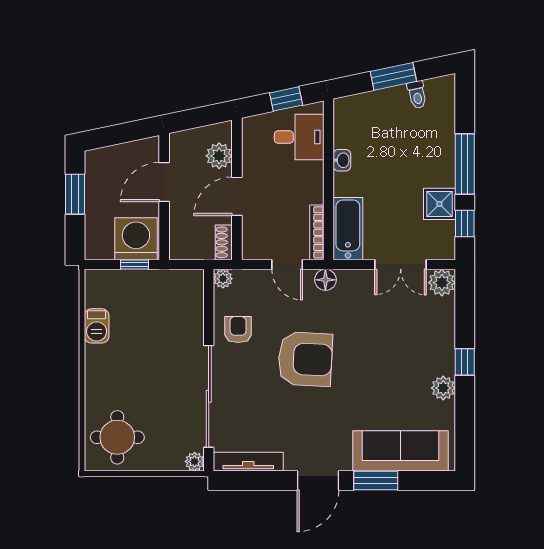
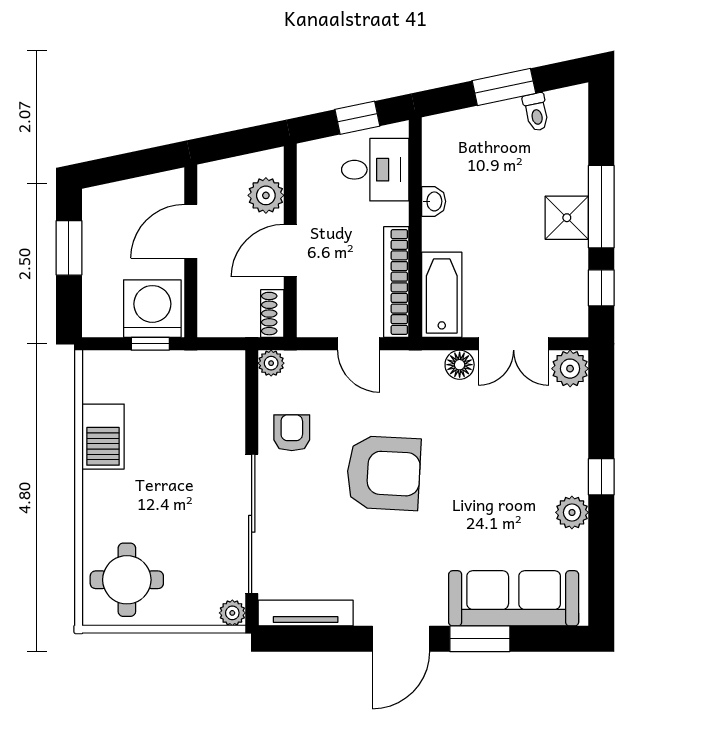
shower: (439, 204) -> (567, 218), moved
bookcase: (317, 232) -> (396, 282), width x1.48, depth x1.31
floor lamp: (325, 280) -> (460, 365), moved
barbecue: (97, 326) -> (103, 437), width x1.38, depth x1.27

